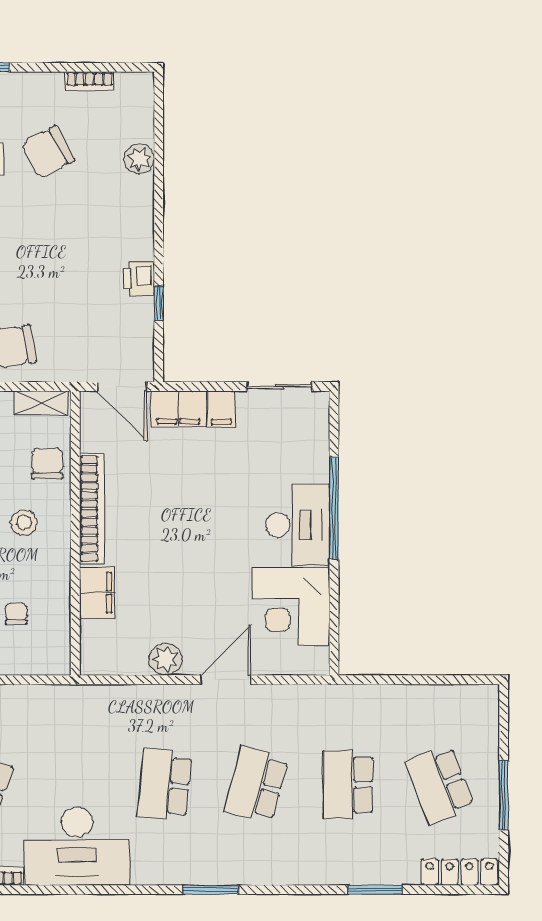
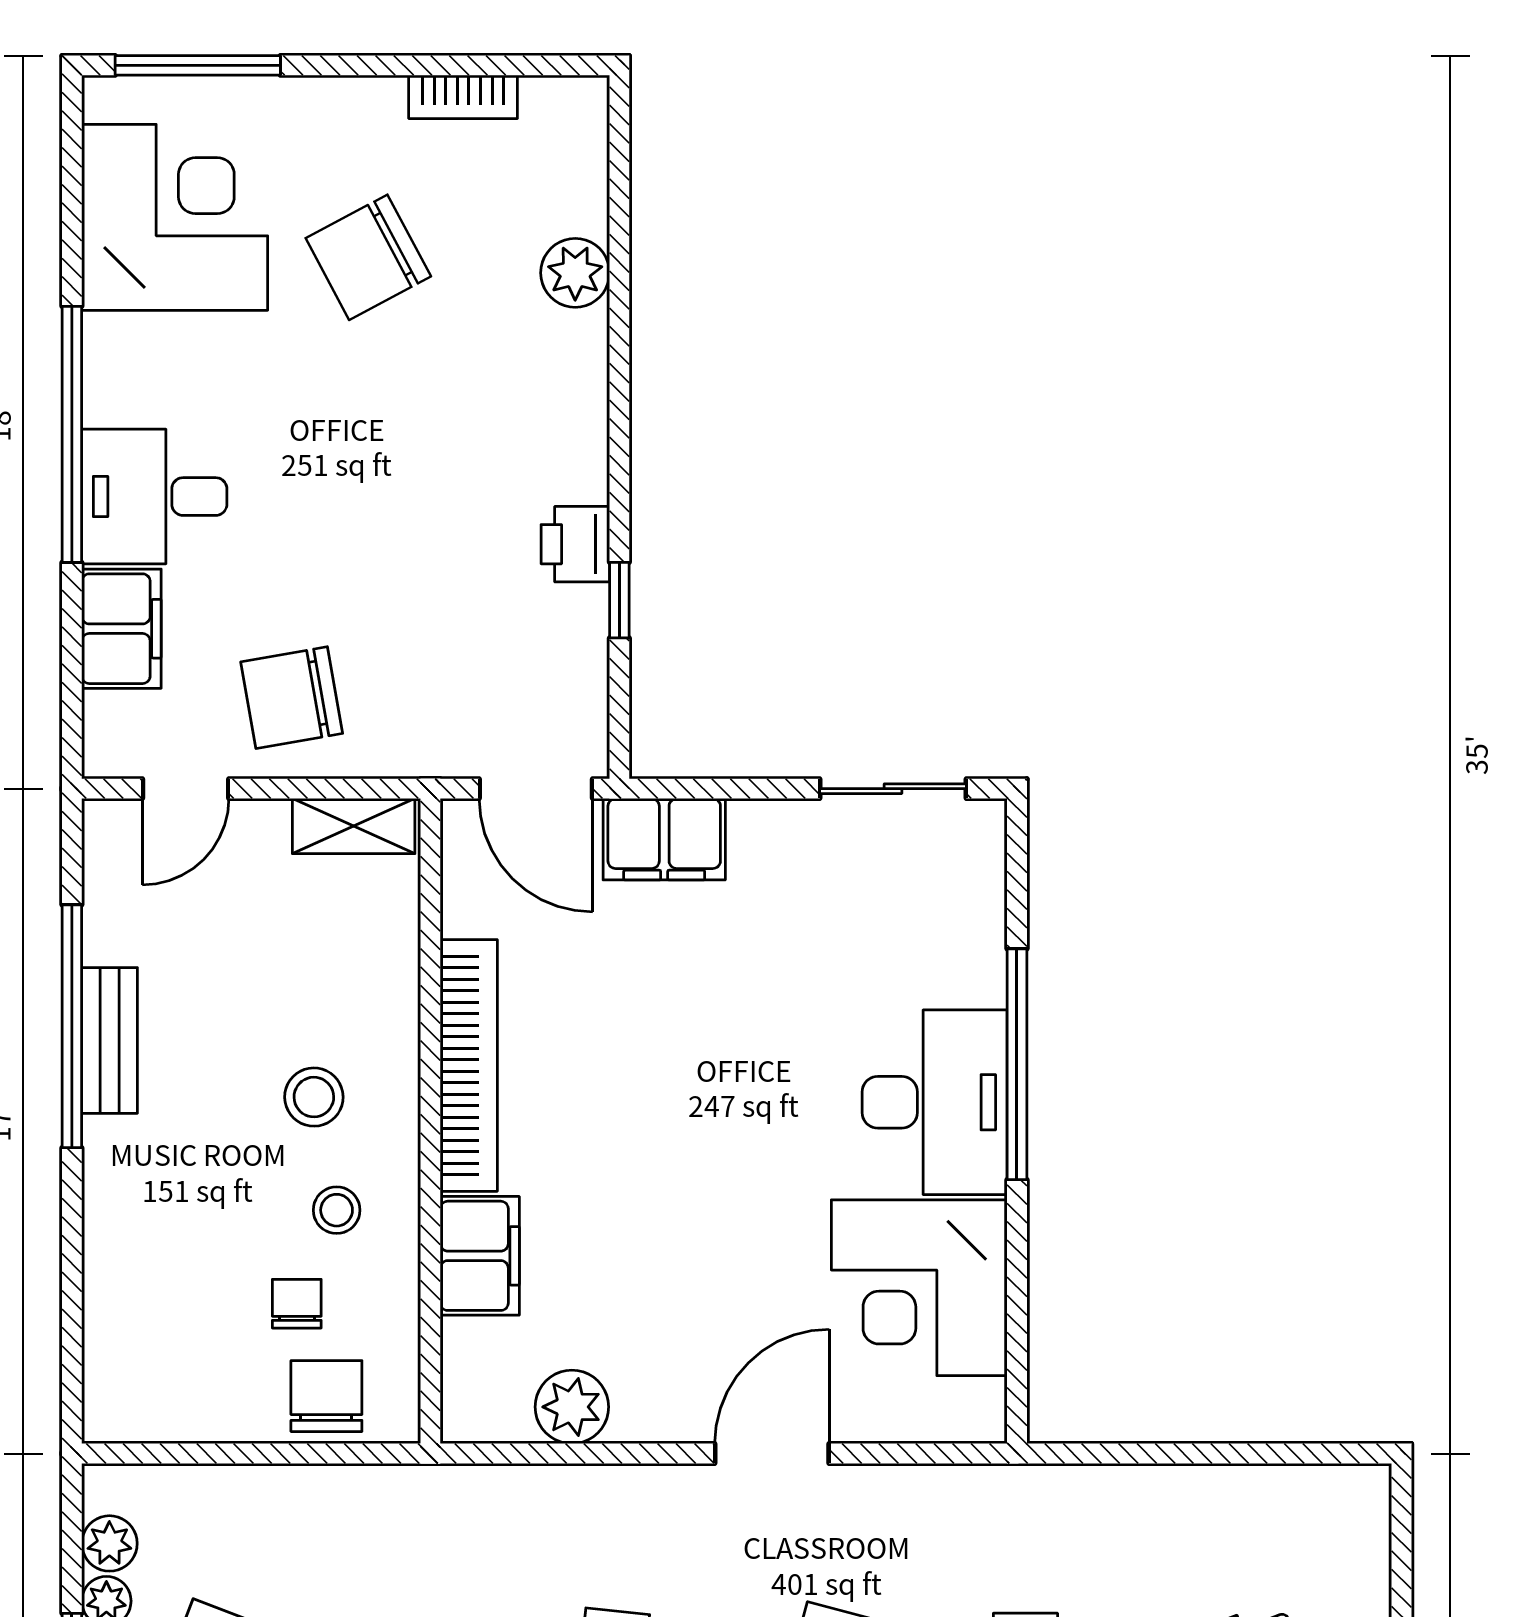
filing cabinet: (221, 409) -> (762, 840), removed
chair: (47, 463) -> (326, 1396), moved
stool: (34, 572) -> (337, 1210), added
plant: (165, 659) -> (572, 1407), moved

